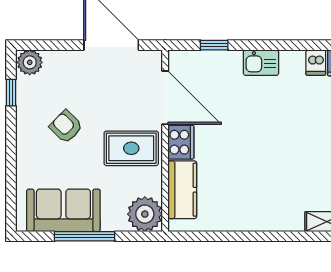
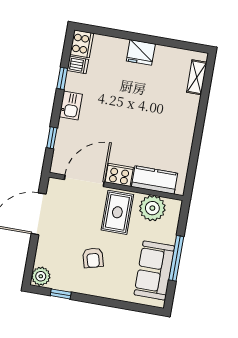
window: (295, 45) -> (62, 78), added
armchair: (66, 127) -> (93, 258), turned -60
plant: (145, 214) -> (152, 208), moved

